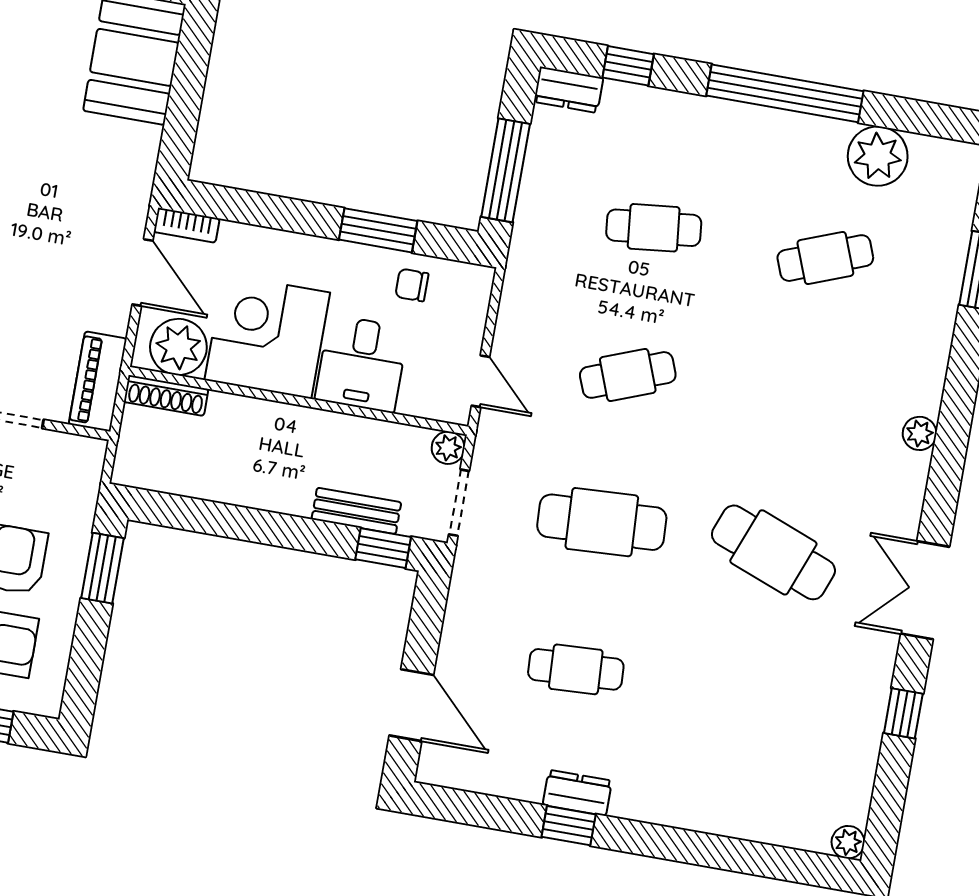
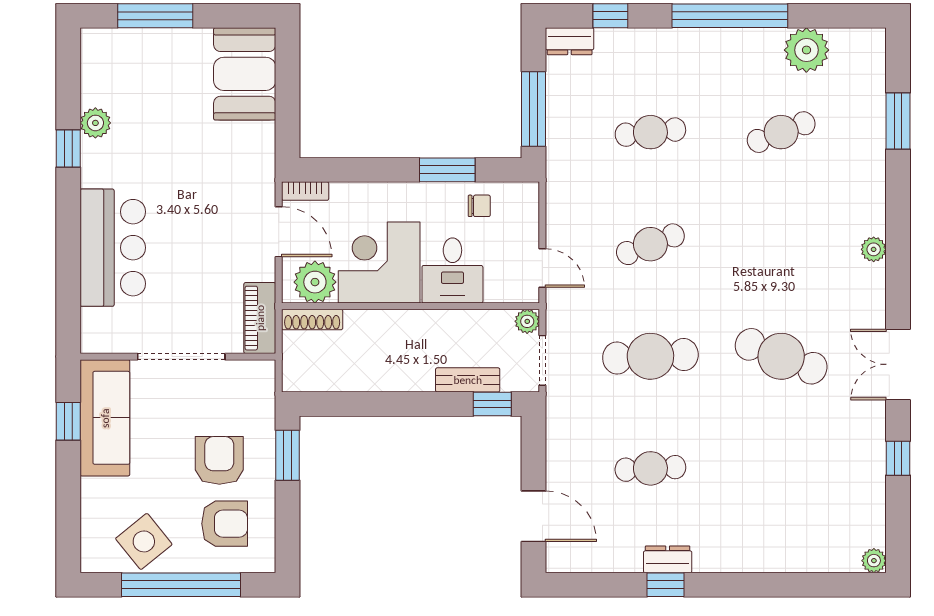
chair: (412, 285) -> (479, 206), turned 180

